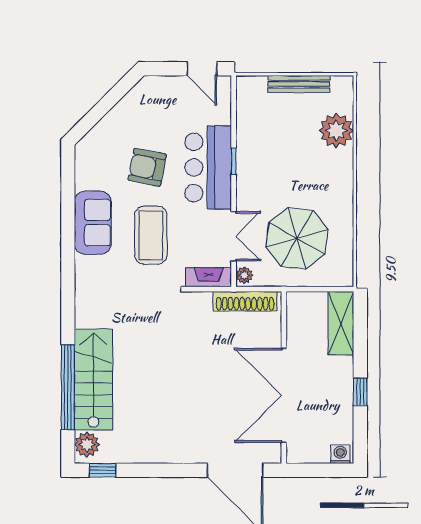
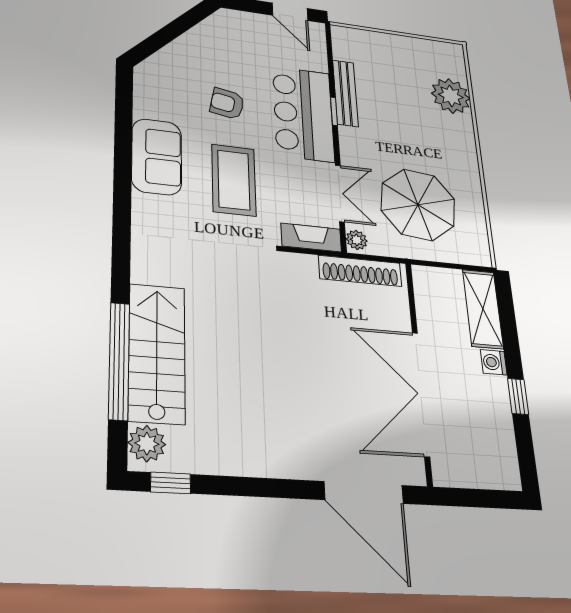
bench: (299, 84) -> (345, 93), moved, turned 90
armchair: (147, 167) -> (227, 104), width x0.72, depth x0.72
washing machine: (340, 454) -> (494, 362), moved, turned -90

